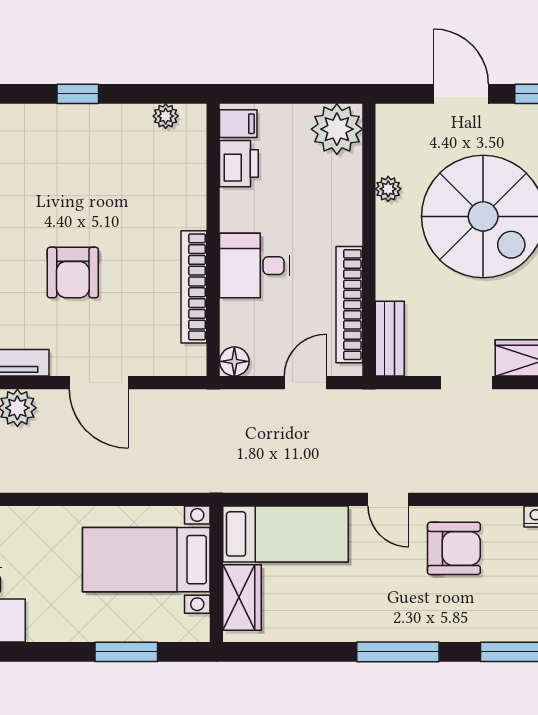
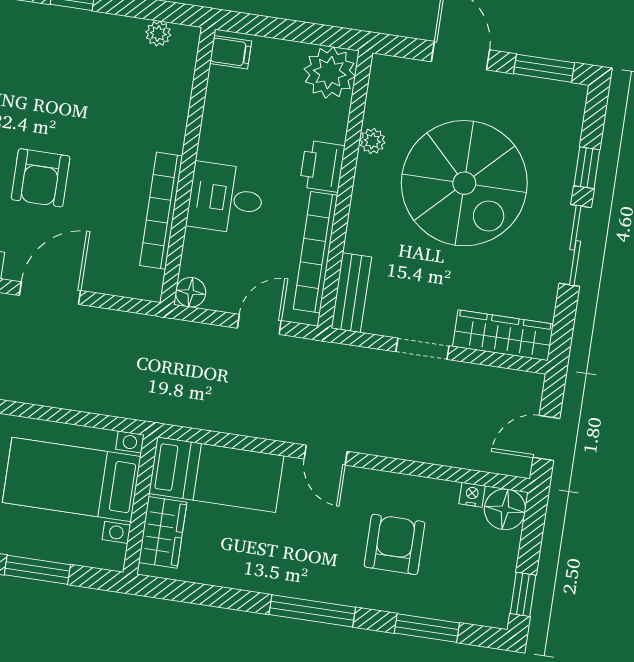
printer: (239, 164) -> (322, 166), moved, turned 180
door: (99, 383) -> (50, 293), swing flipped
armchair: (454, 548) -> (395, 544), moved, turned -90

